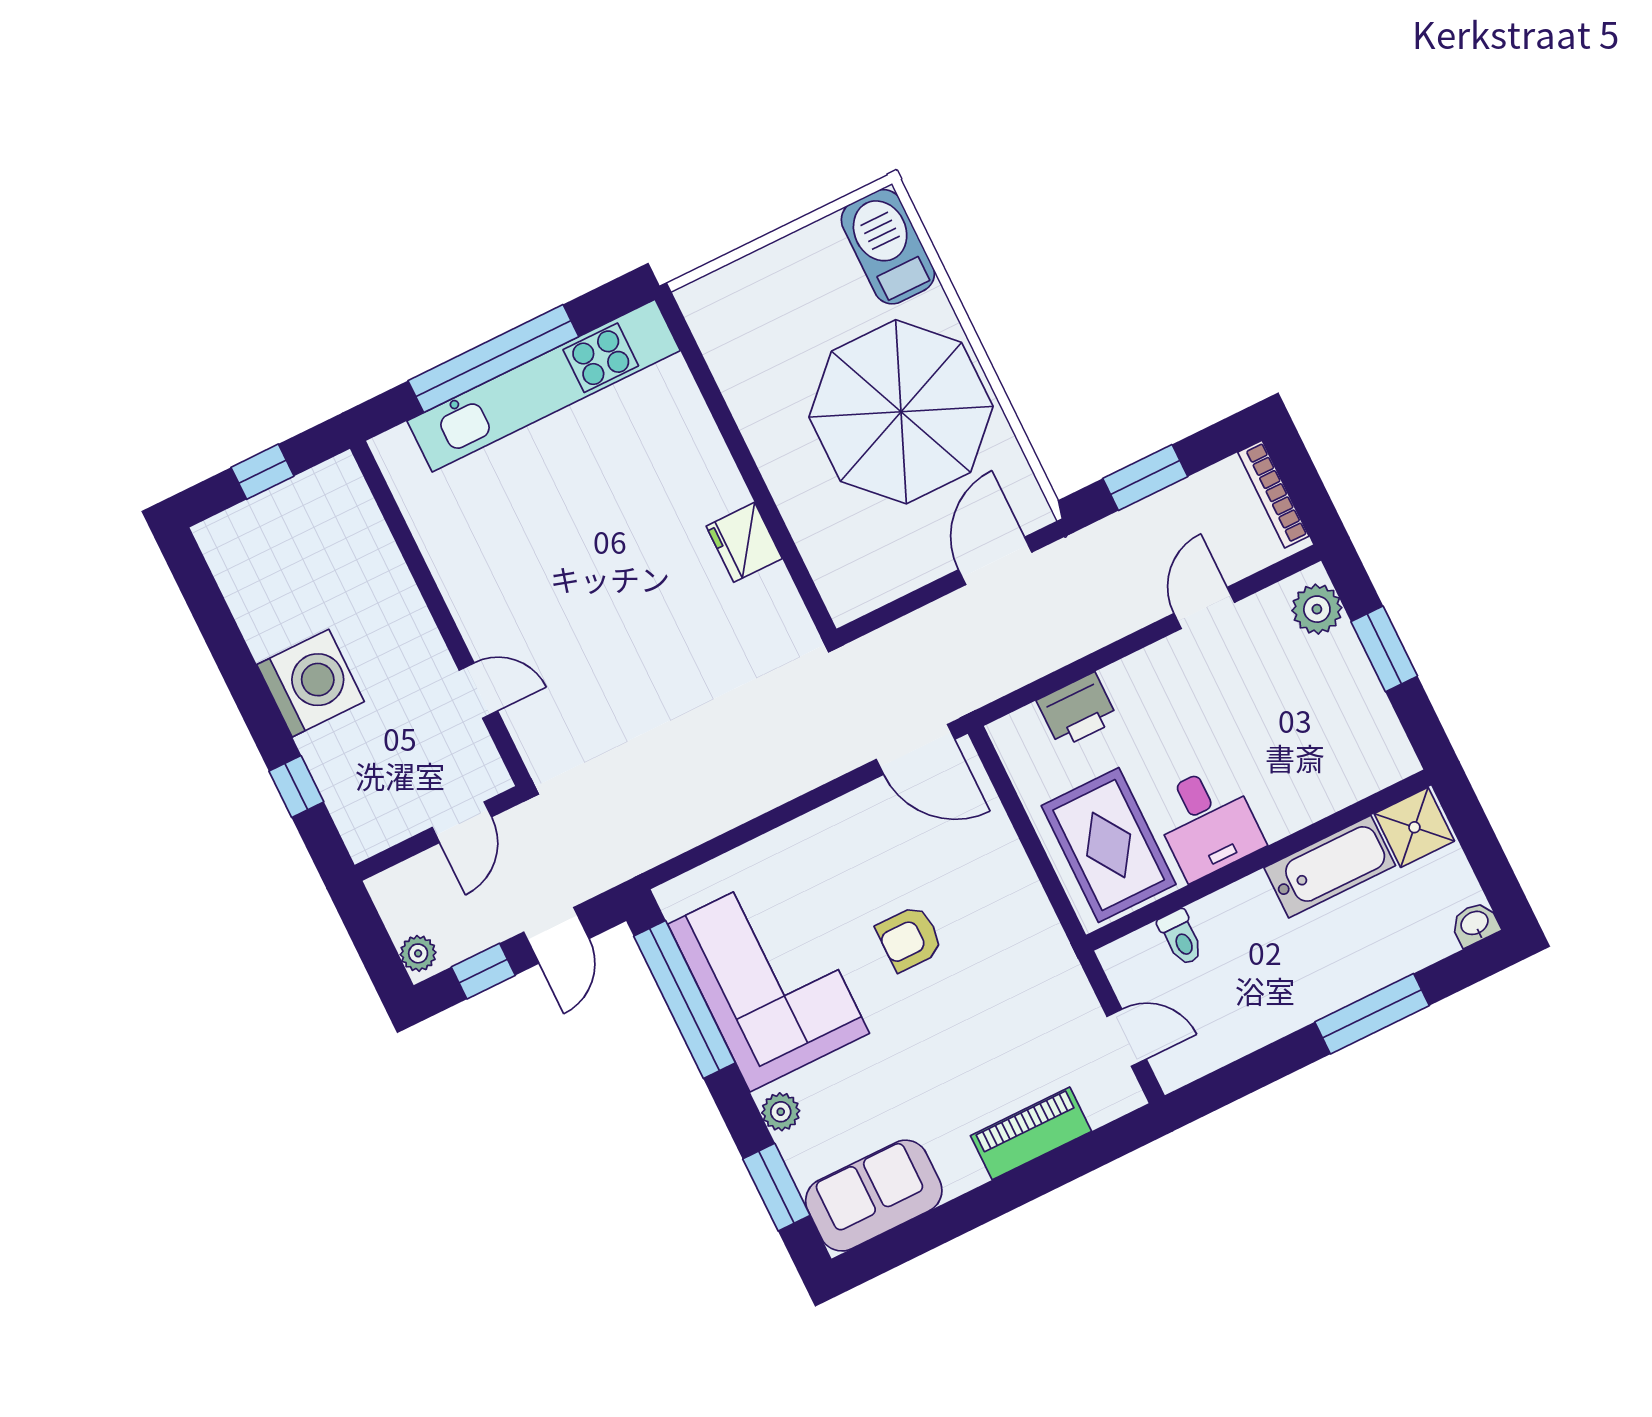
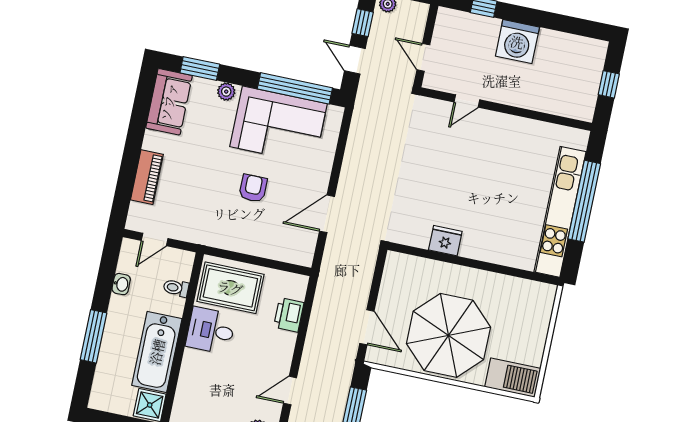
door: (1204, 608) -> (290, 391), swing flipped
door: (916, 749) -> (327, 214), moved
bathtub: (1330, 867) -> (157, 352), width x1.36, depth x1.36
washbasin: (1475, 924) -> (121, 284), moved

